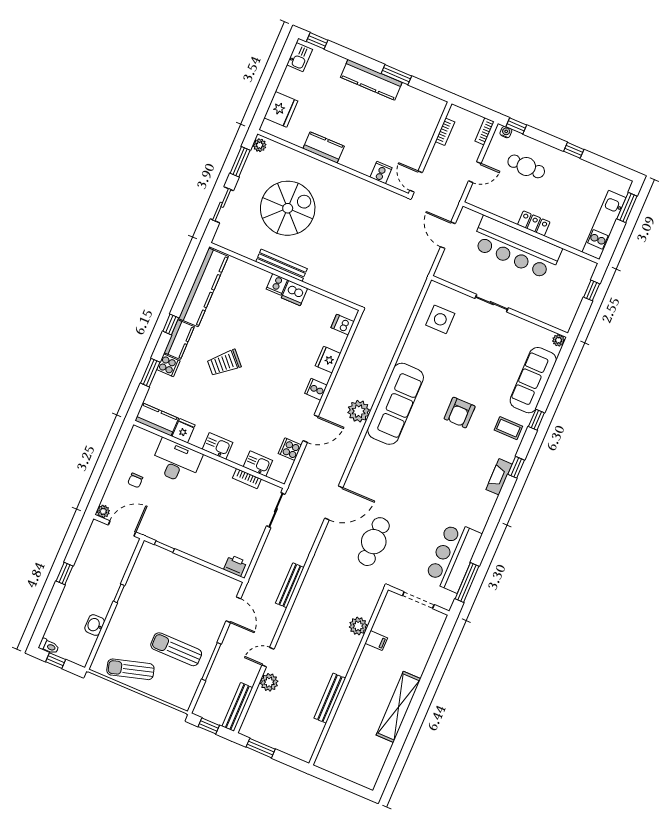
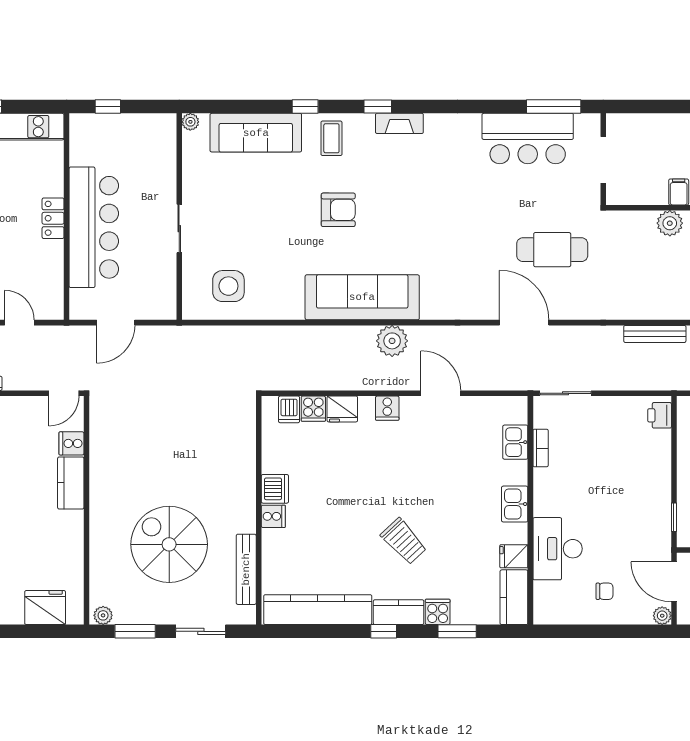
kitchen counter: (324, 147) -> (71, 483), moved
bench: (281, 265) -> (246, 569), moved
cooker: (290, 449) -> (313, 409), moved

